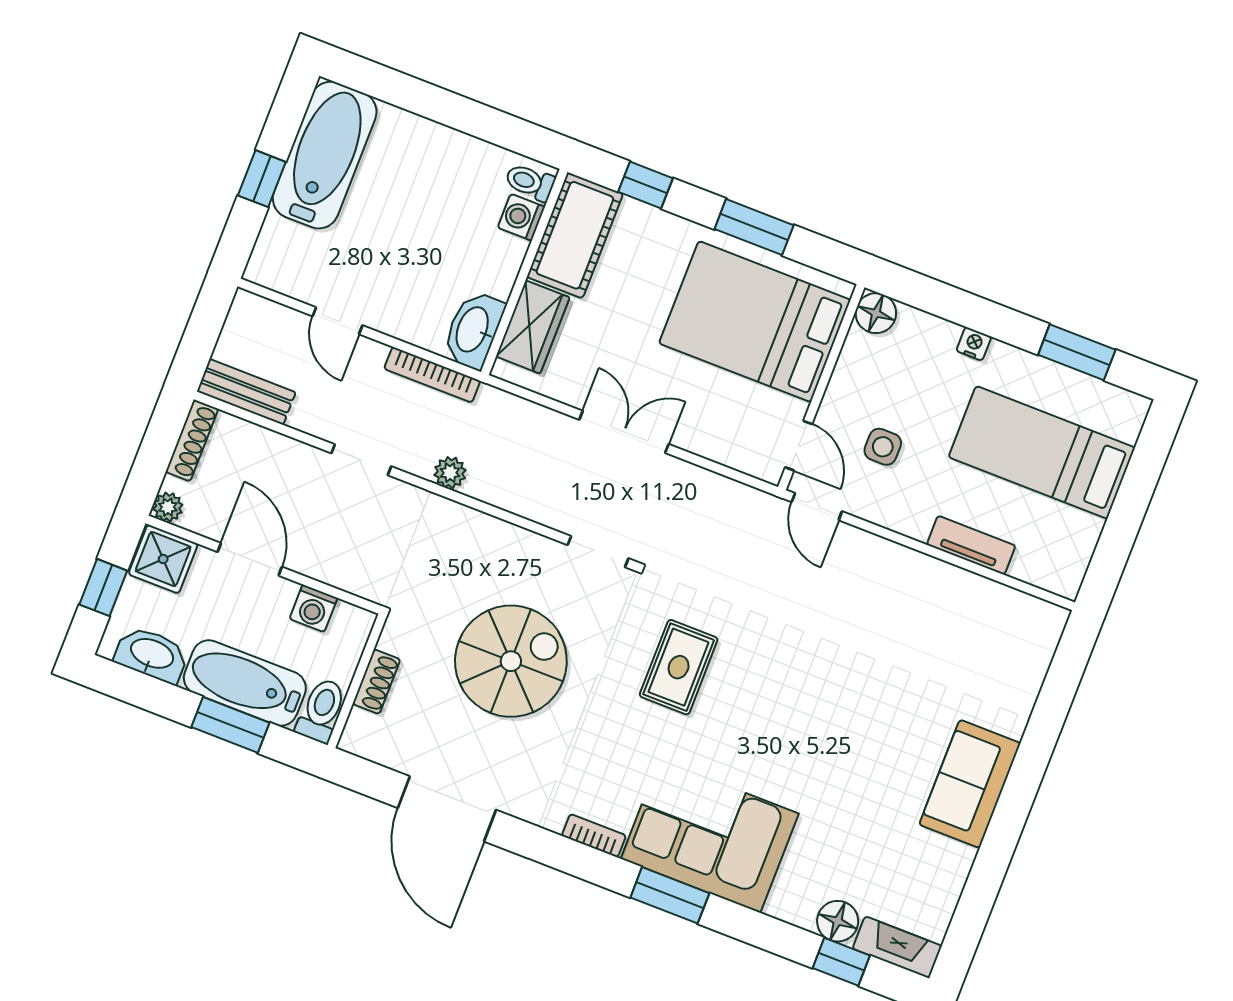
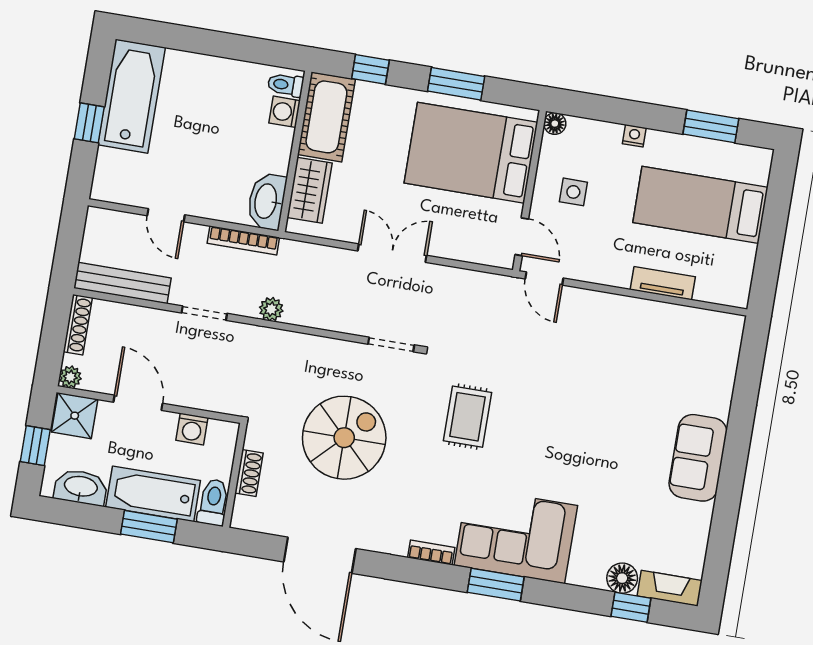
floor lamp: (876, 313) -> (555, 124), width x0.73, depth x0.73
bench: (246, 392) -> (122, 283), width x1.36
side table: (883, 447) -> (573, 192), moved

